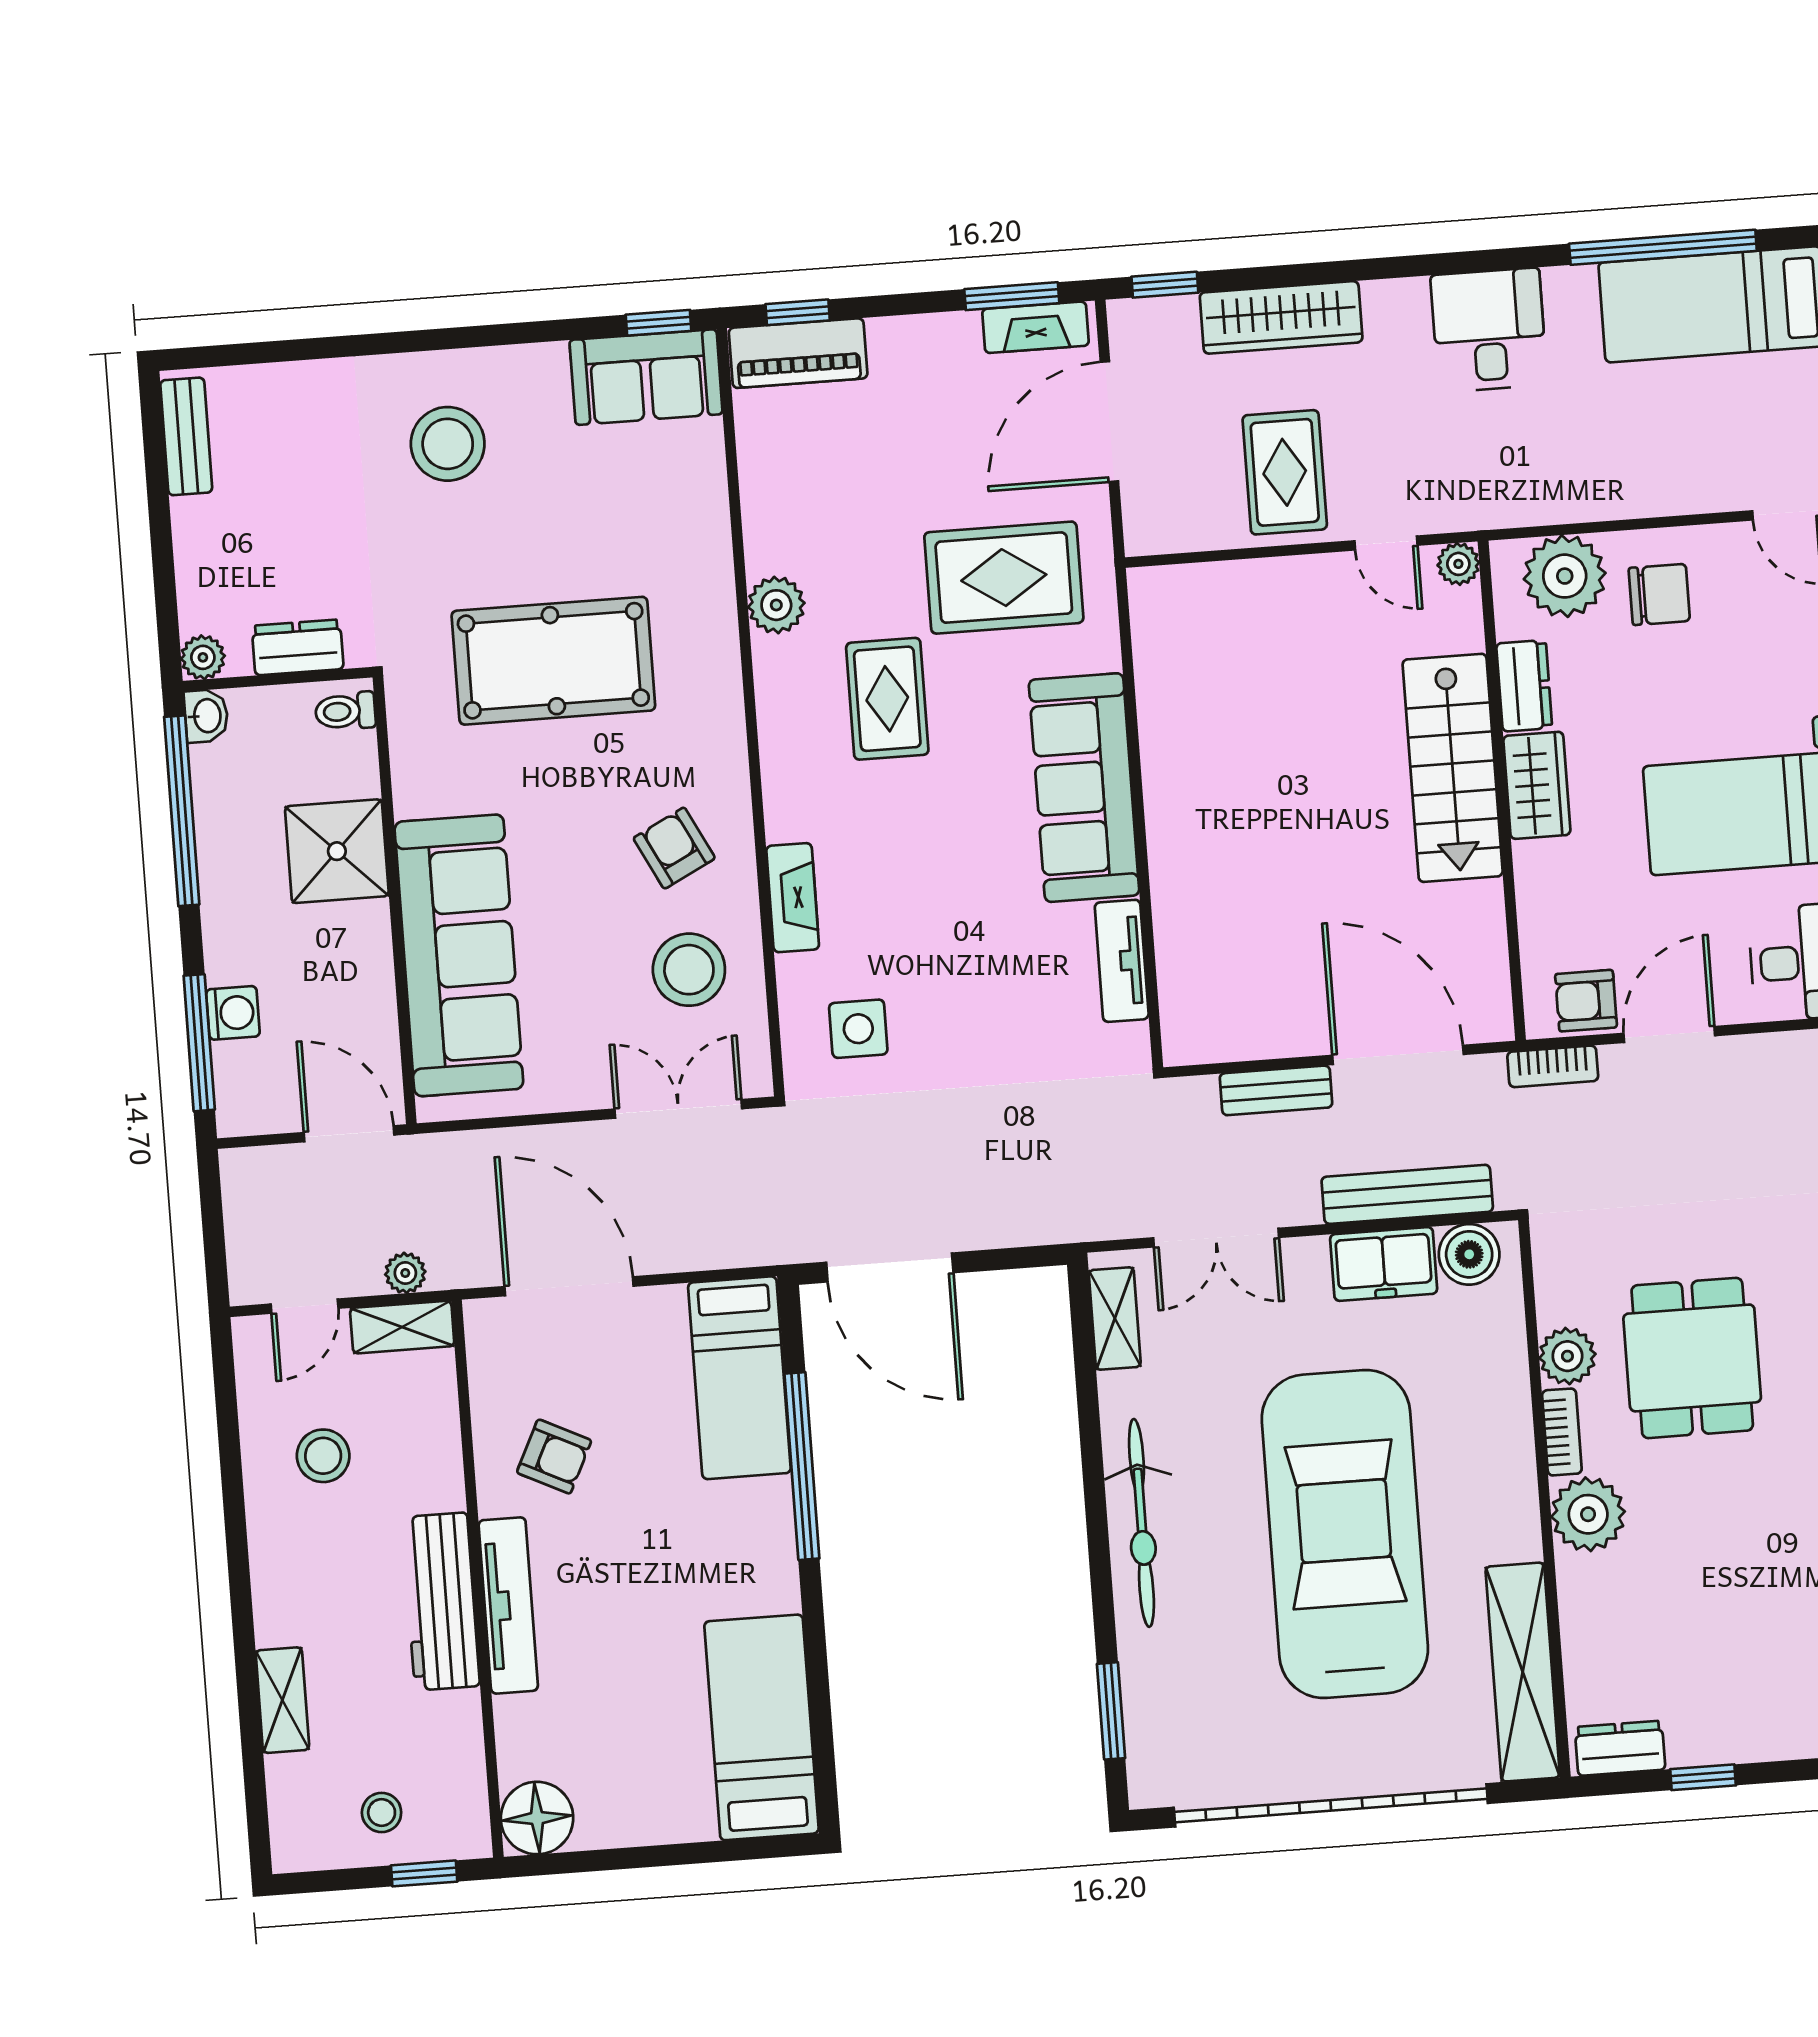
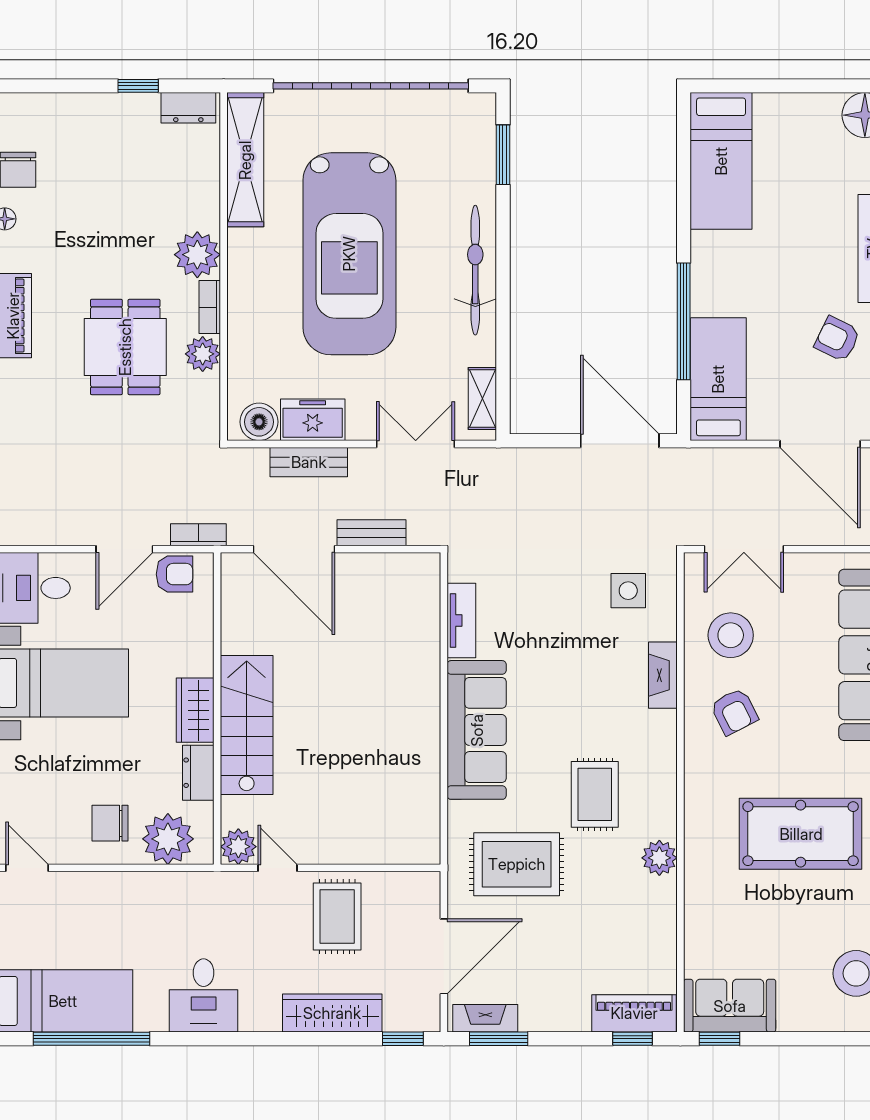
plant: (1458, 564) -> (238, 847), width x1.38, depth x1.38
bench: (1407, 1194) -> (309, 462), width x0.73

